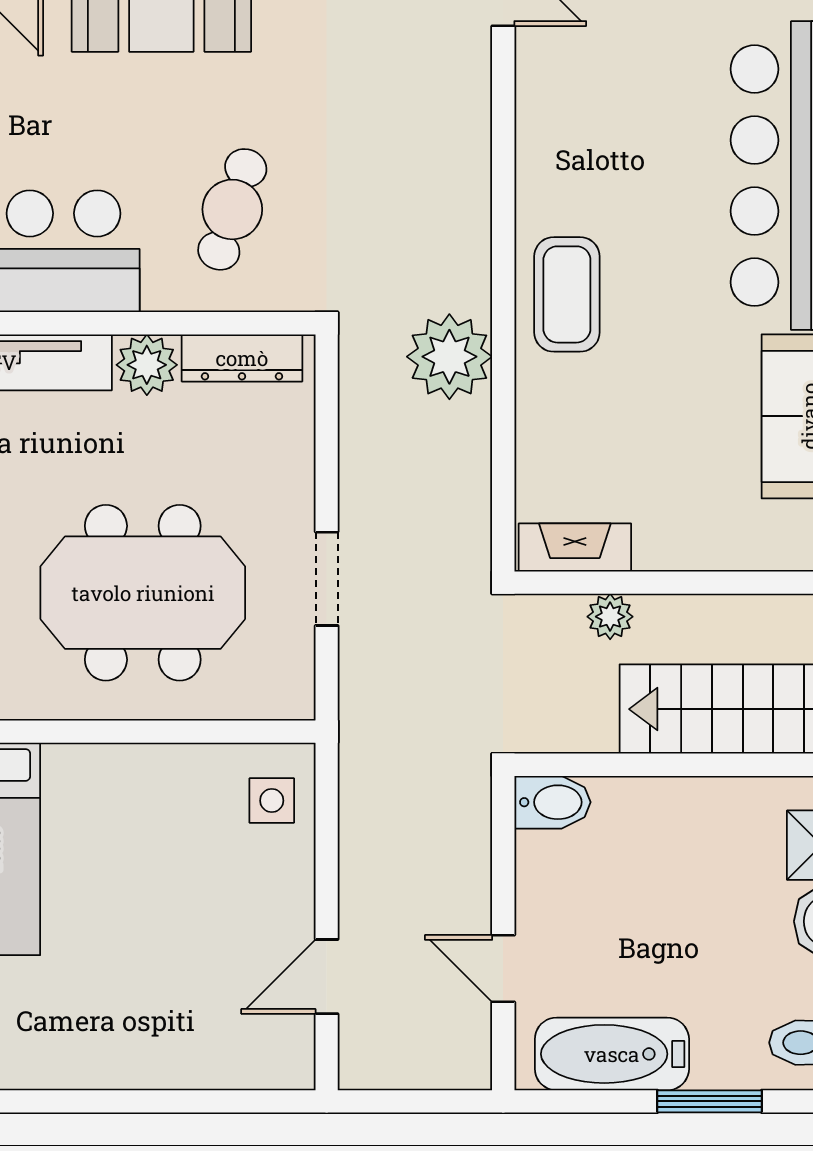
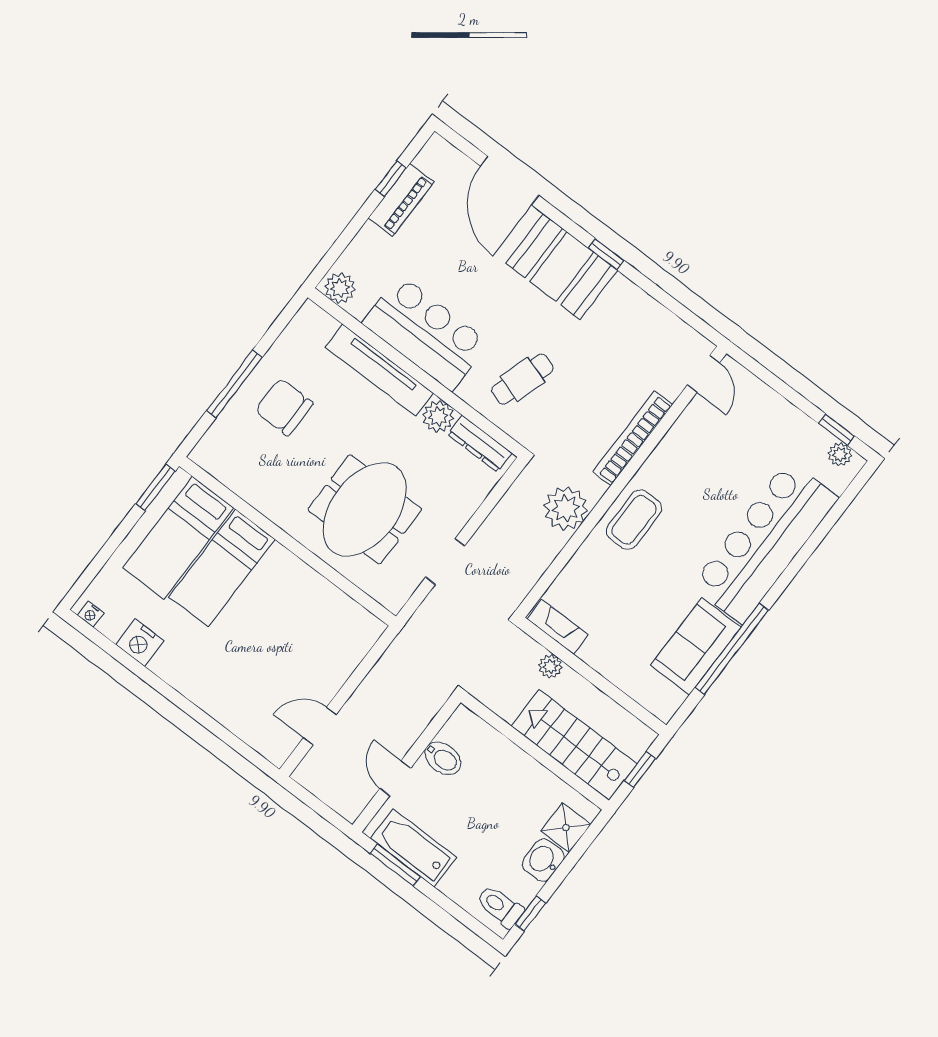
bookcase: (470, 171) -> (633, 438), added
meeting table: (143, 593) -> (365, 509), turned 90
side table: (272, 801) -> (353, 636), removed
bidet: (552, 802) -> (443, 758), moved
window: (709, 1101) -> (395, 865), moved

